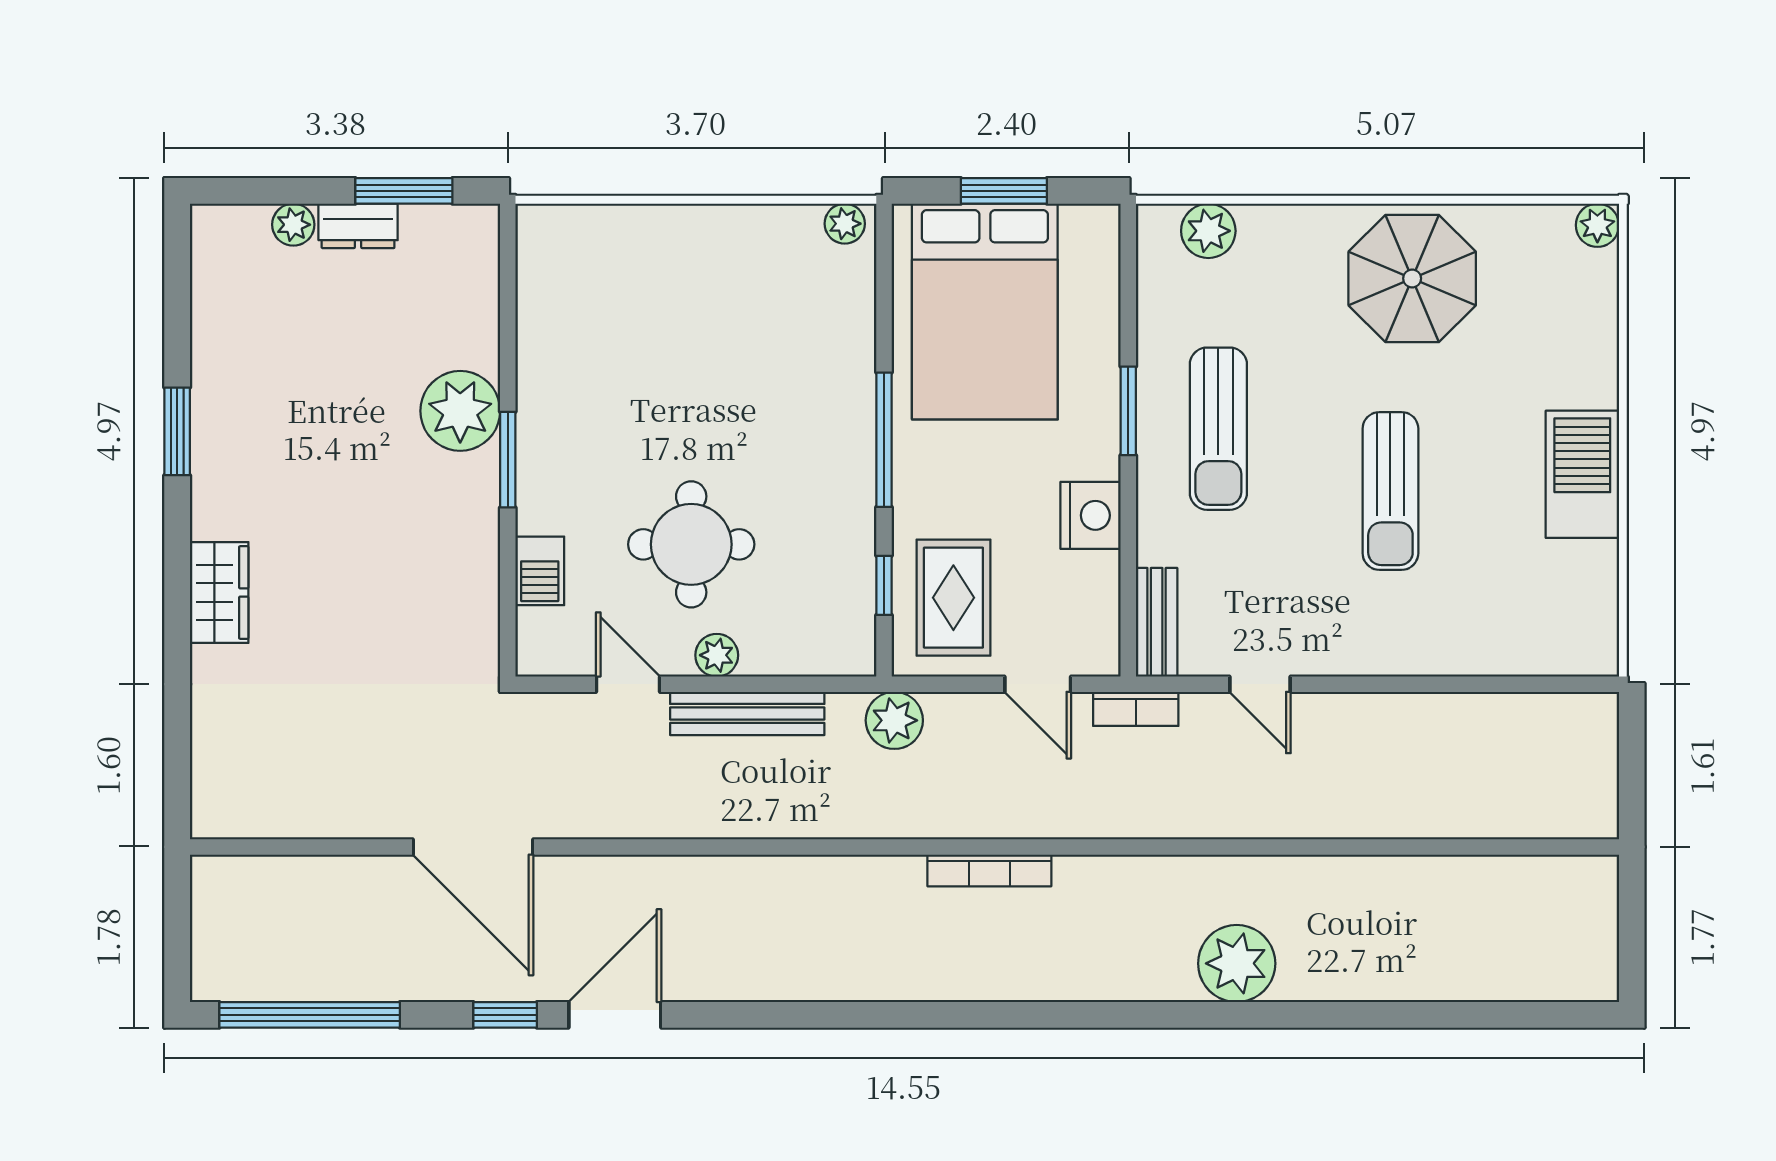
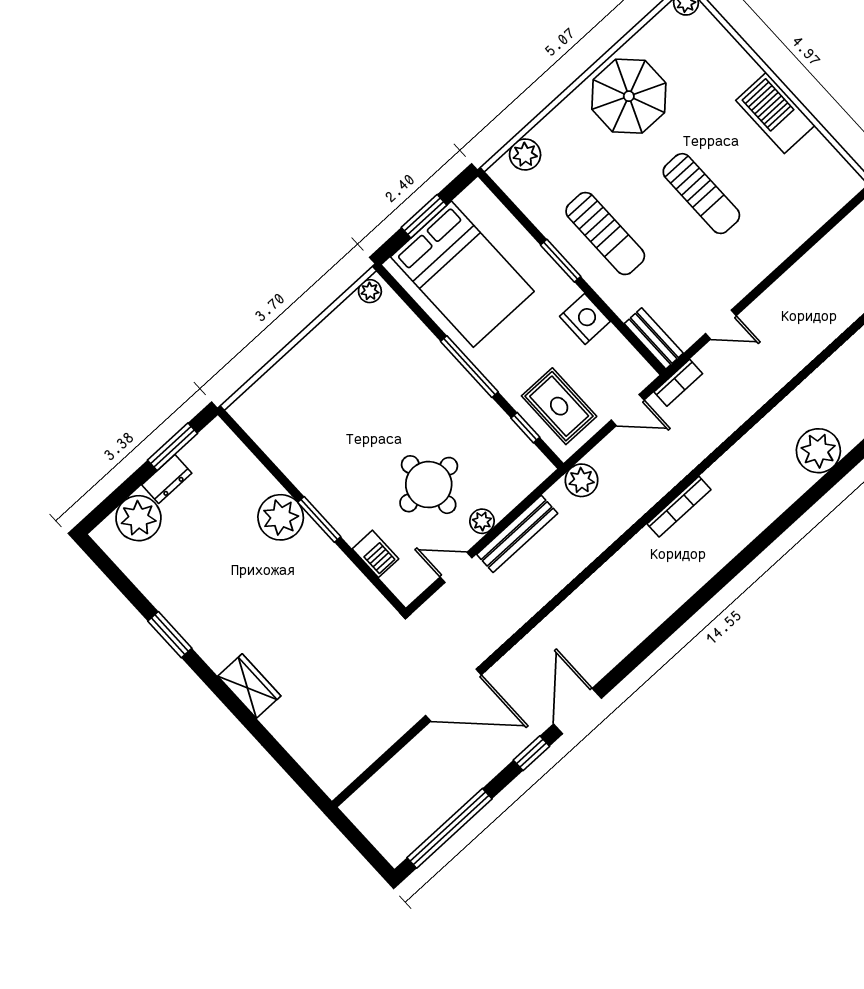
plant: (293, 225) -> (138, 518), width x1.88, depth x1.88

